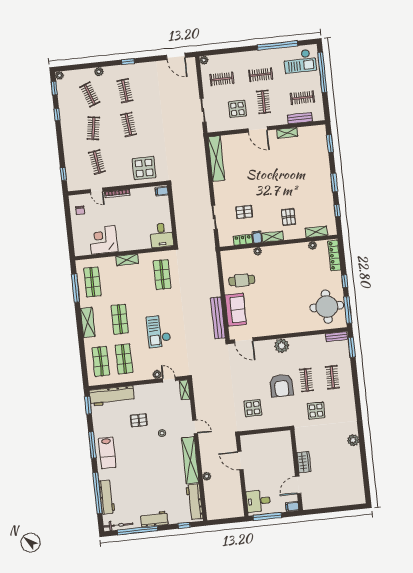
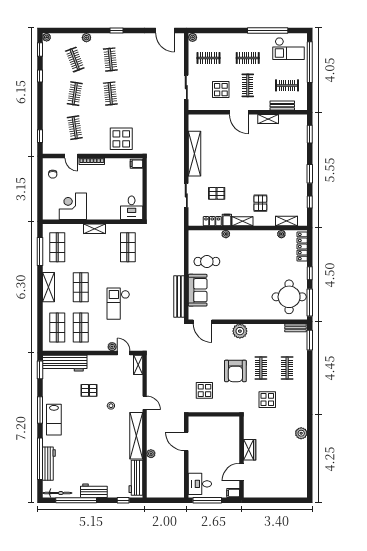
shelving: (216, 158) -> (195, 154), moved

